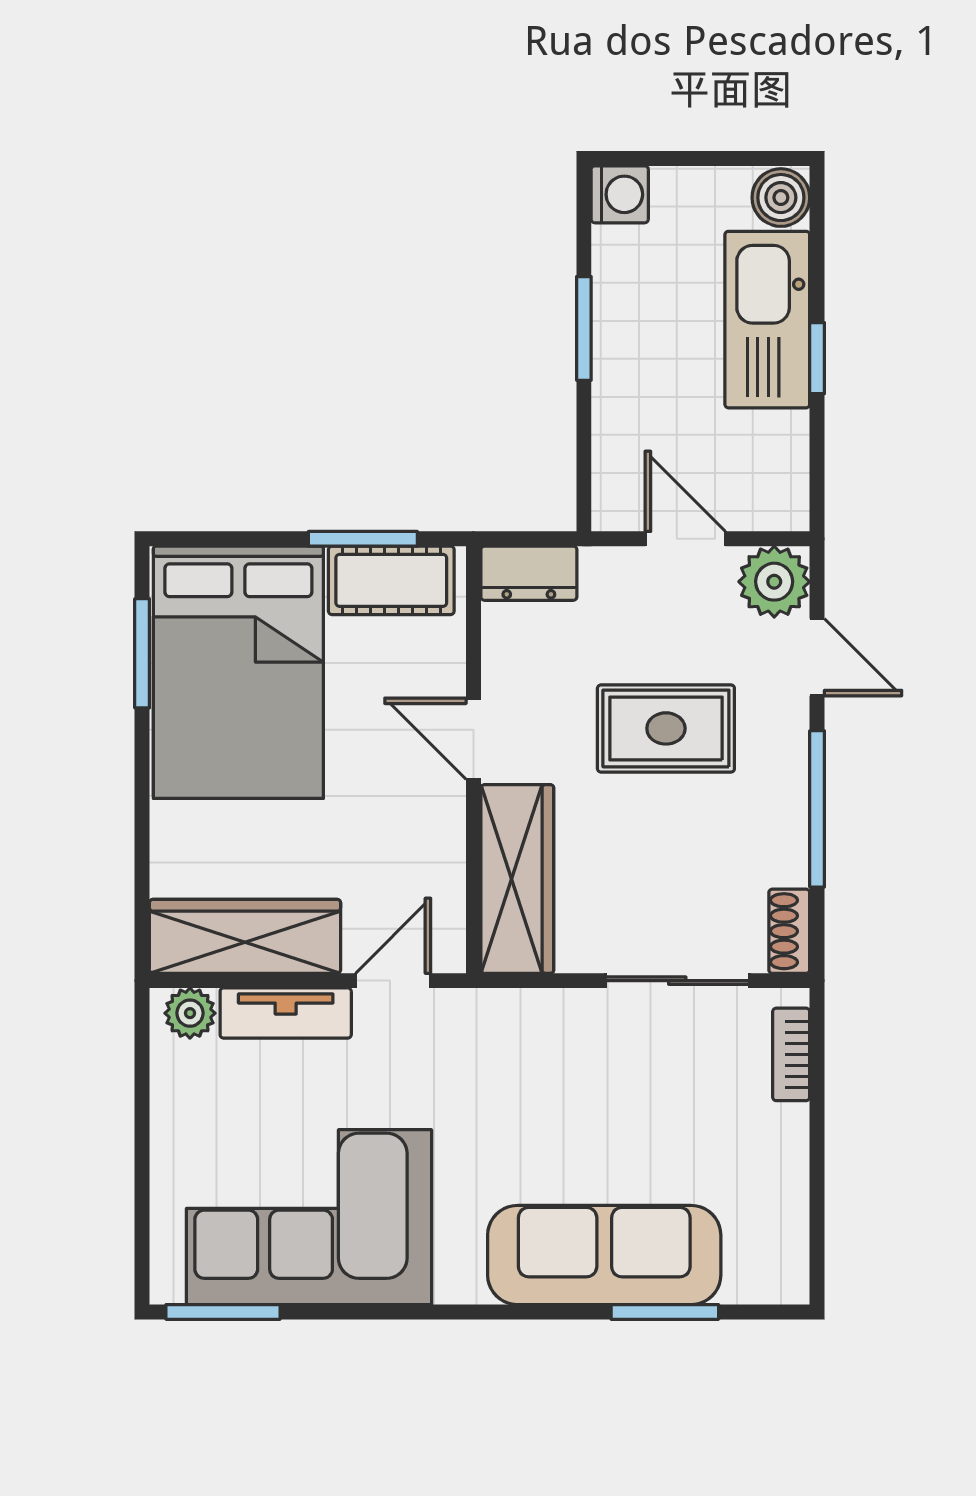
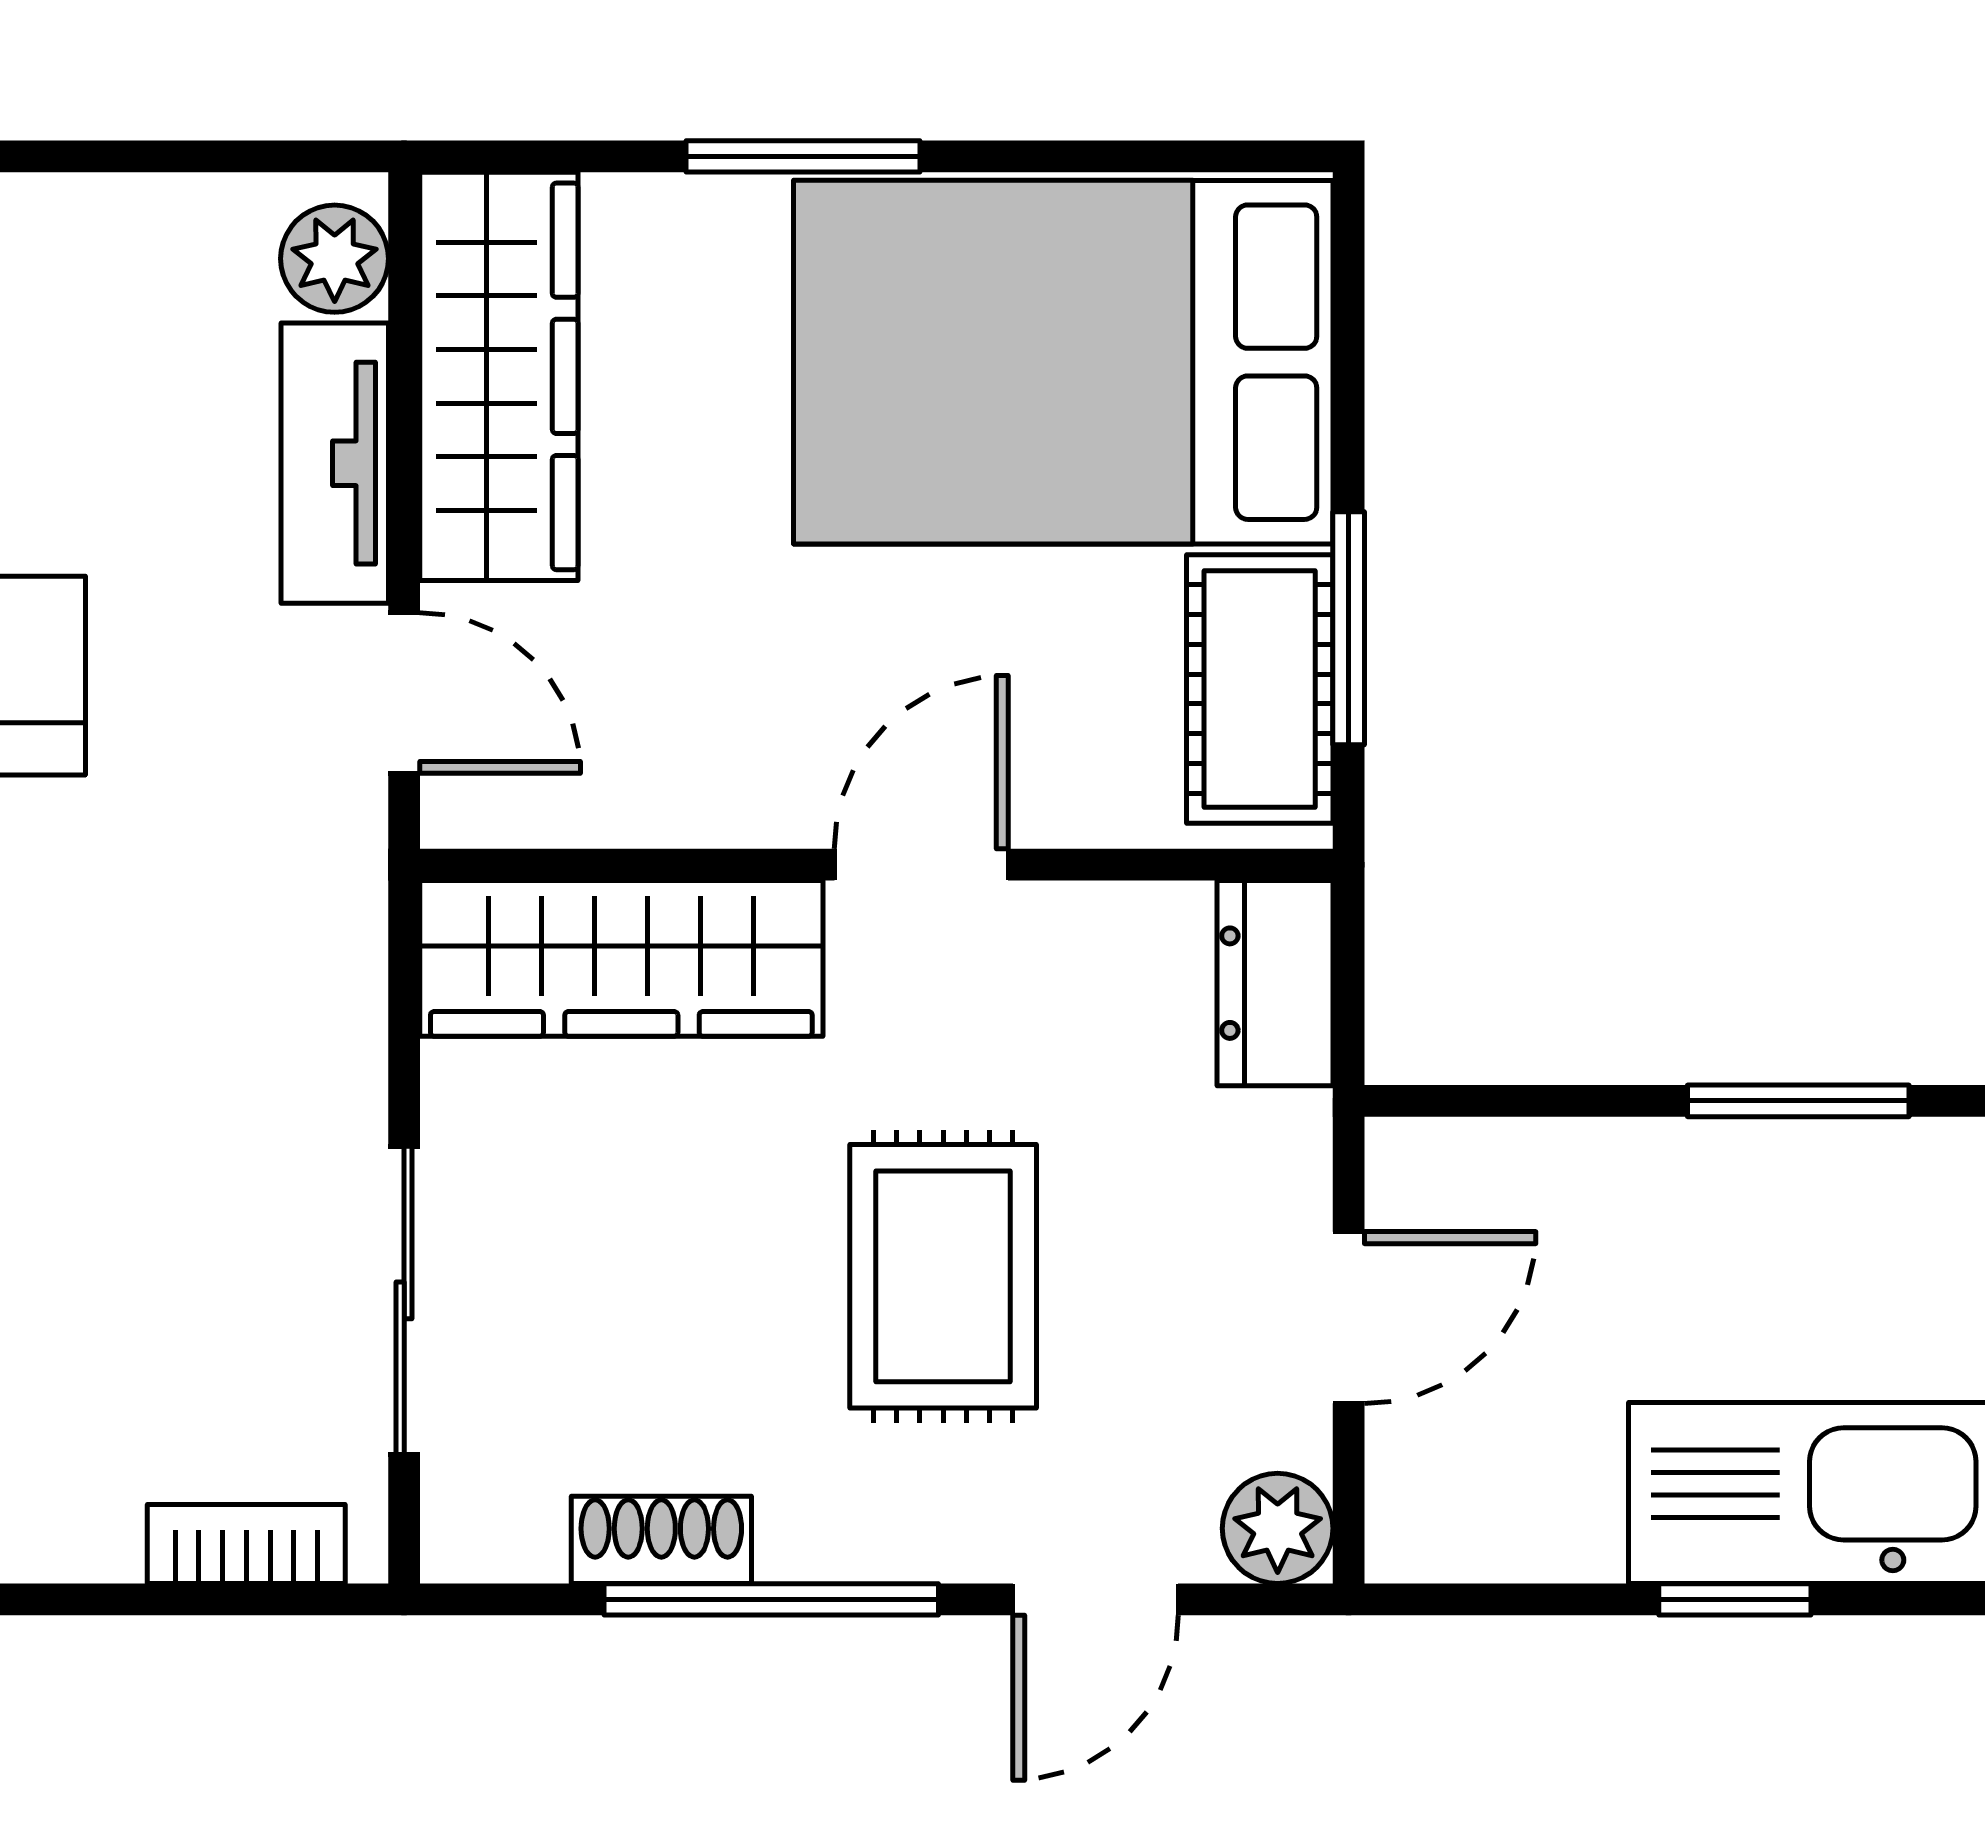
plant: (774, 582) -> (1278, 1528), width x0.73, depth x0.73
window: (142, 653) -> (803, 156), moved
shoe rack: (789, 931) -> (661, 1540), moved

